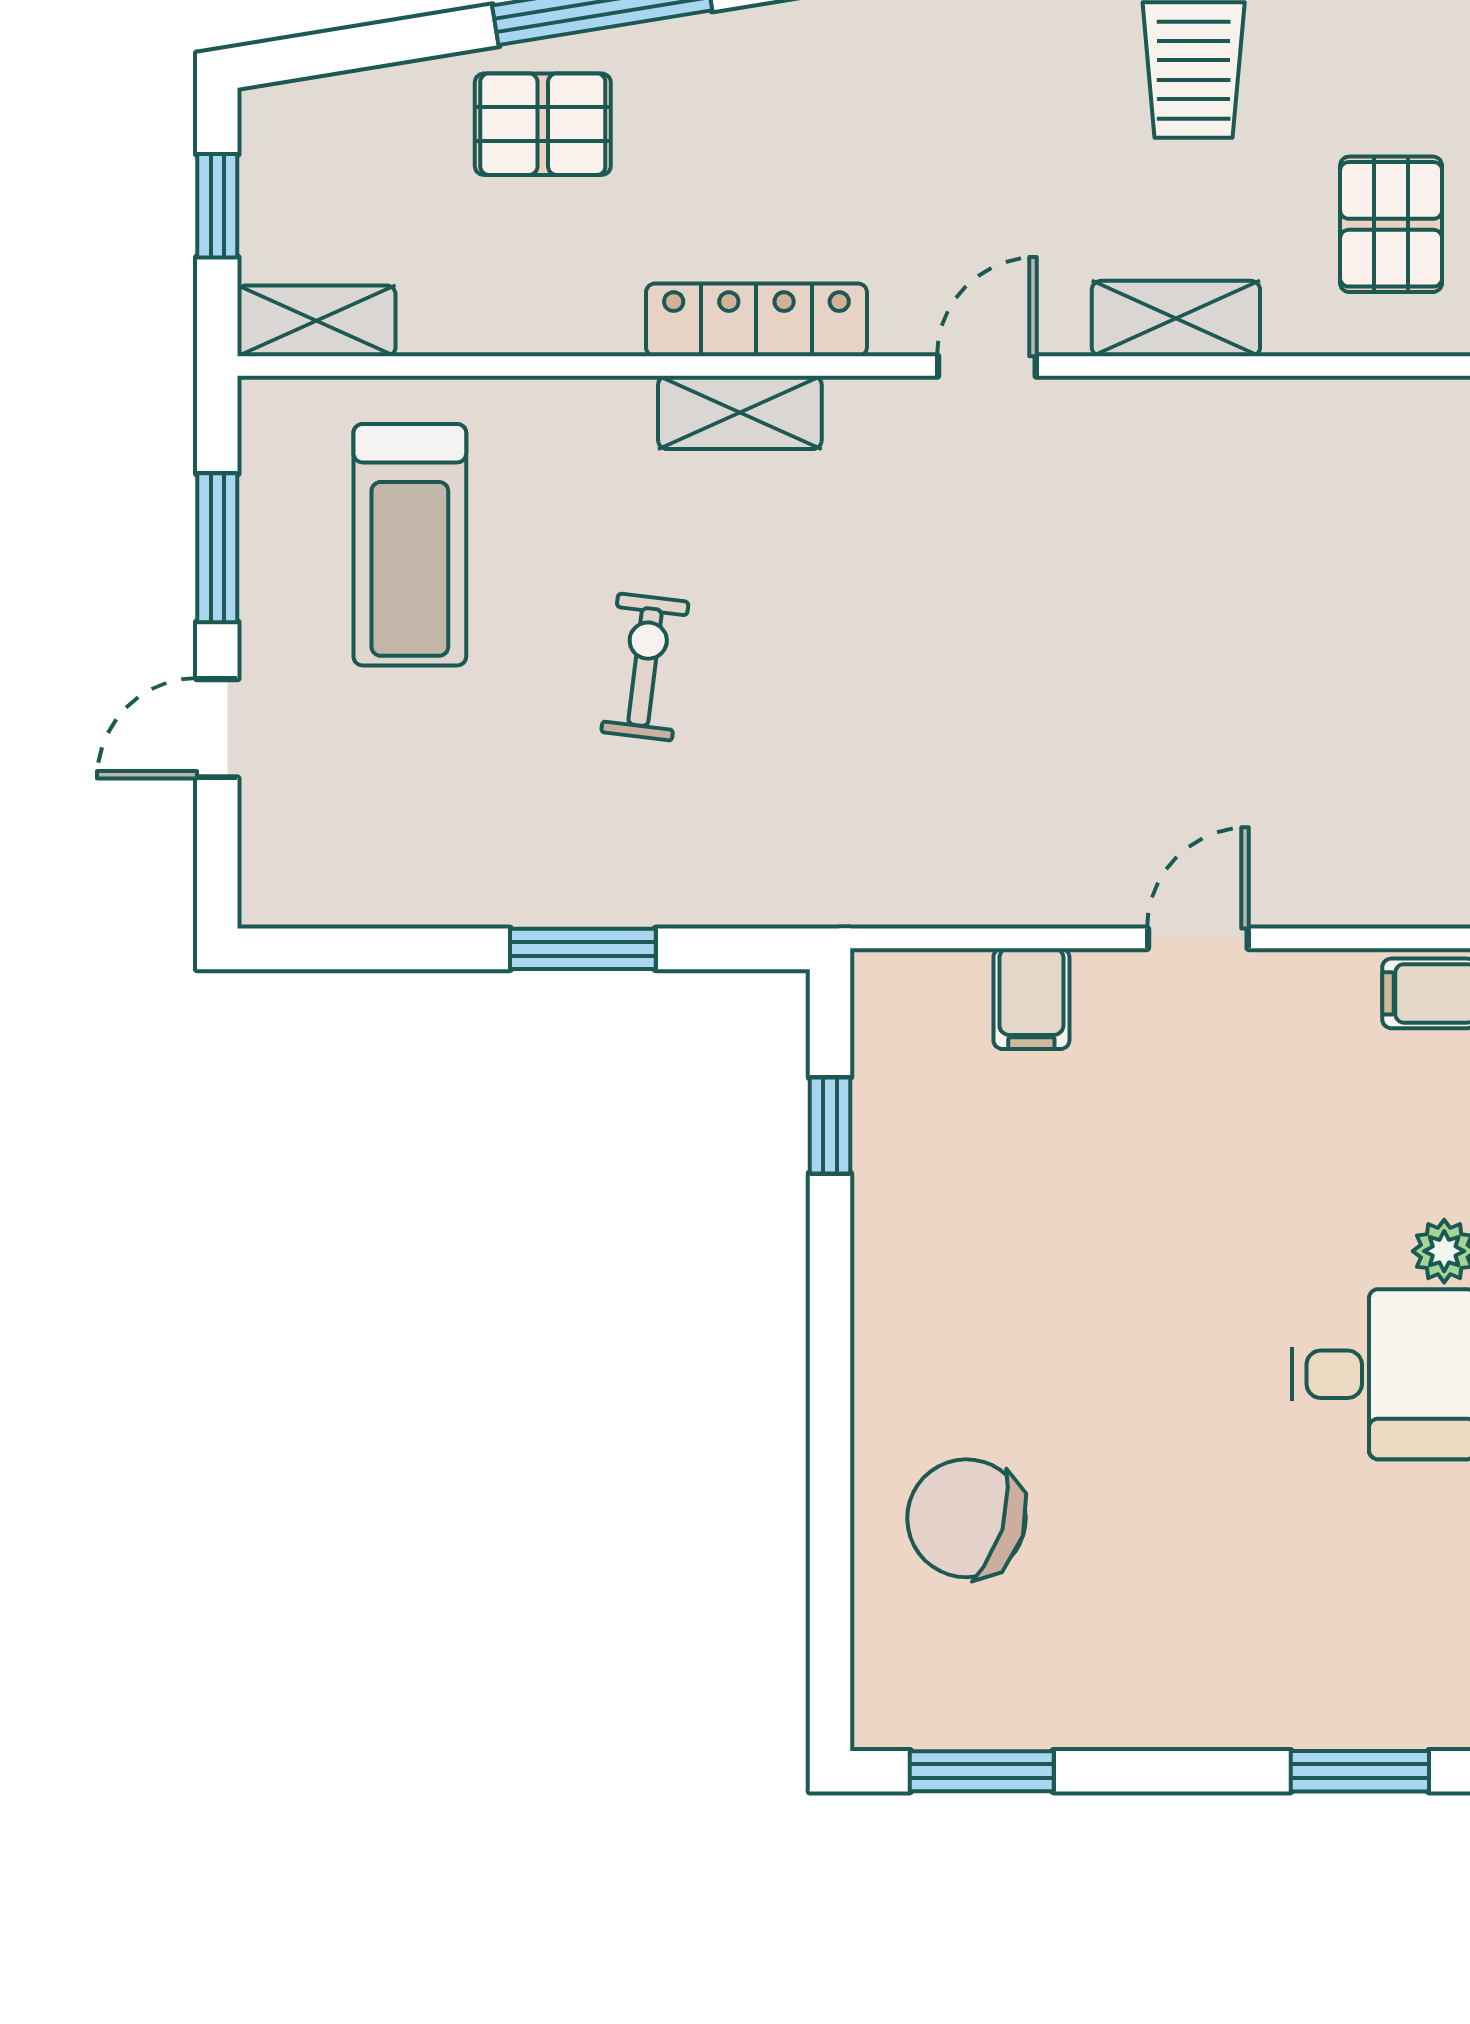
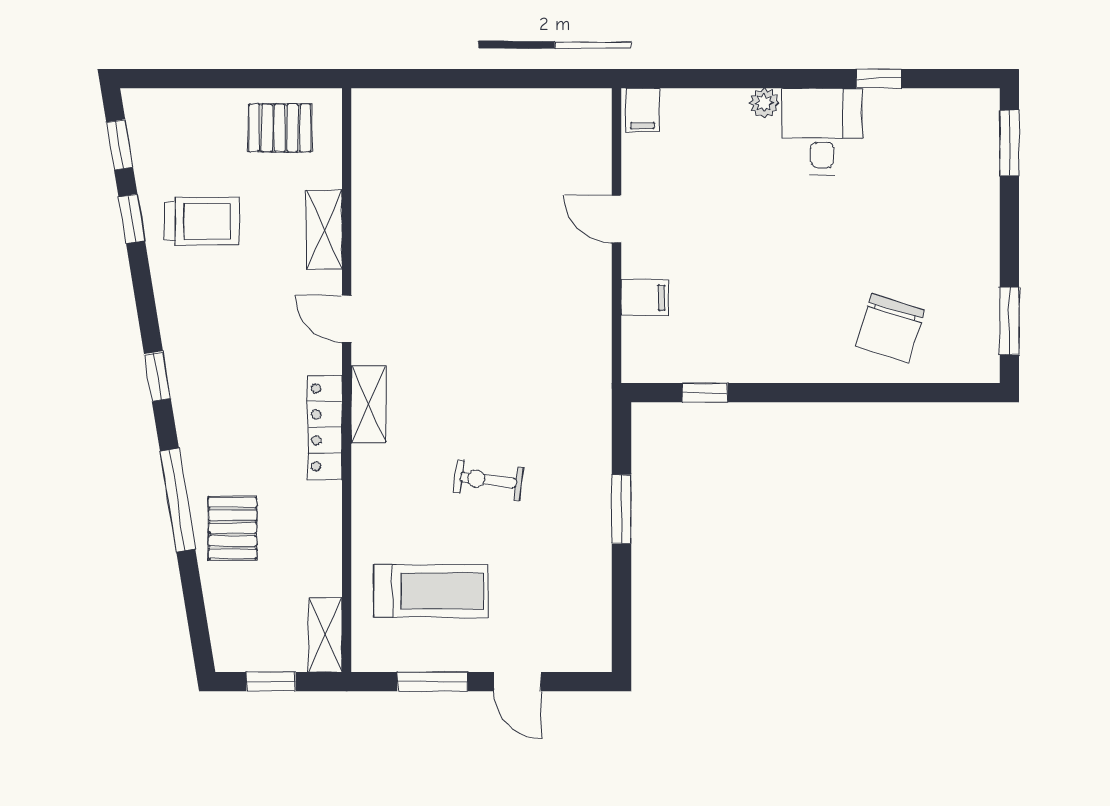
shelving: (740, 412) -> (368, 405), moved

